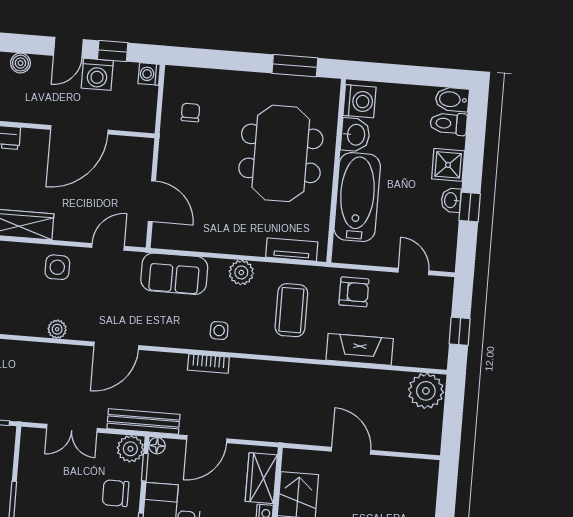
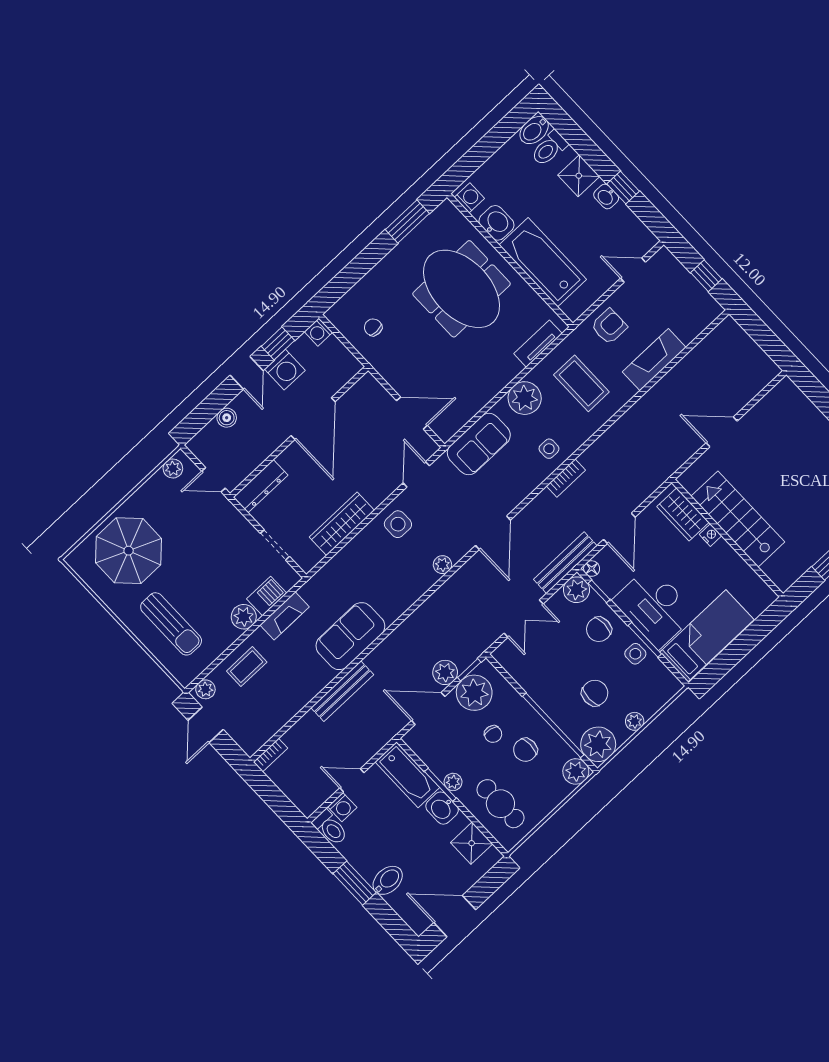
washing machine: (360, 101) -> (469, 198), width x0.73, depth x0.73
plant: (241, 272) -> (525, 398), width x1.36, depth x1.36
plant: (426, 391) -> (727, 339), removed

